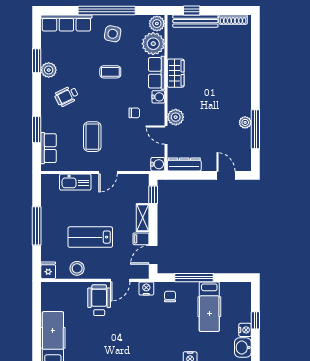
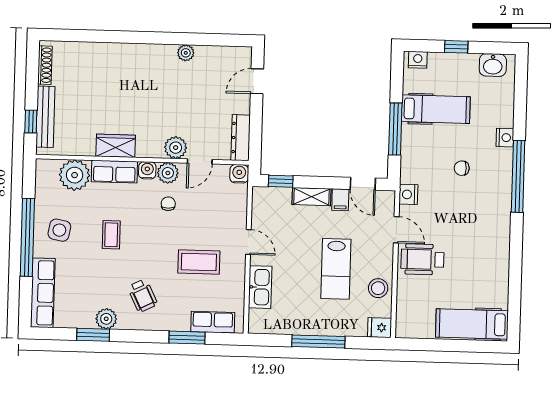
plant: (157, 24) -> (168, 173), moved
window: (255, 129) -> (196, 39), removed
chair: (170, 297) -> (462, 168), moved
nightstand: (245, 330) -> (418, 60), moved

